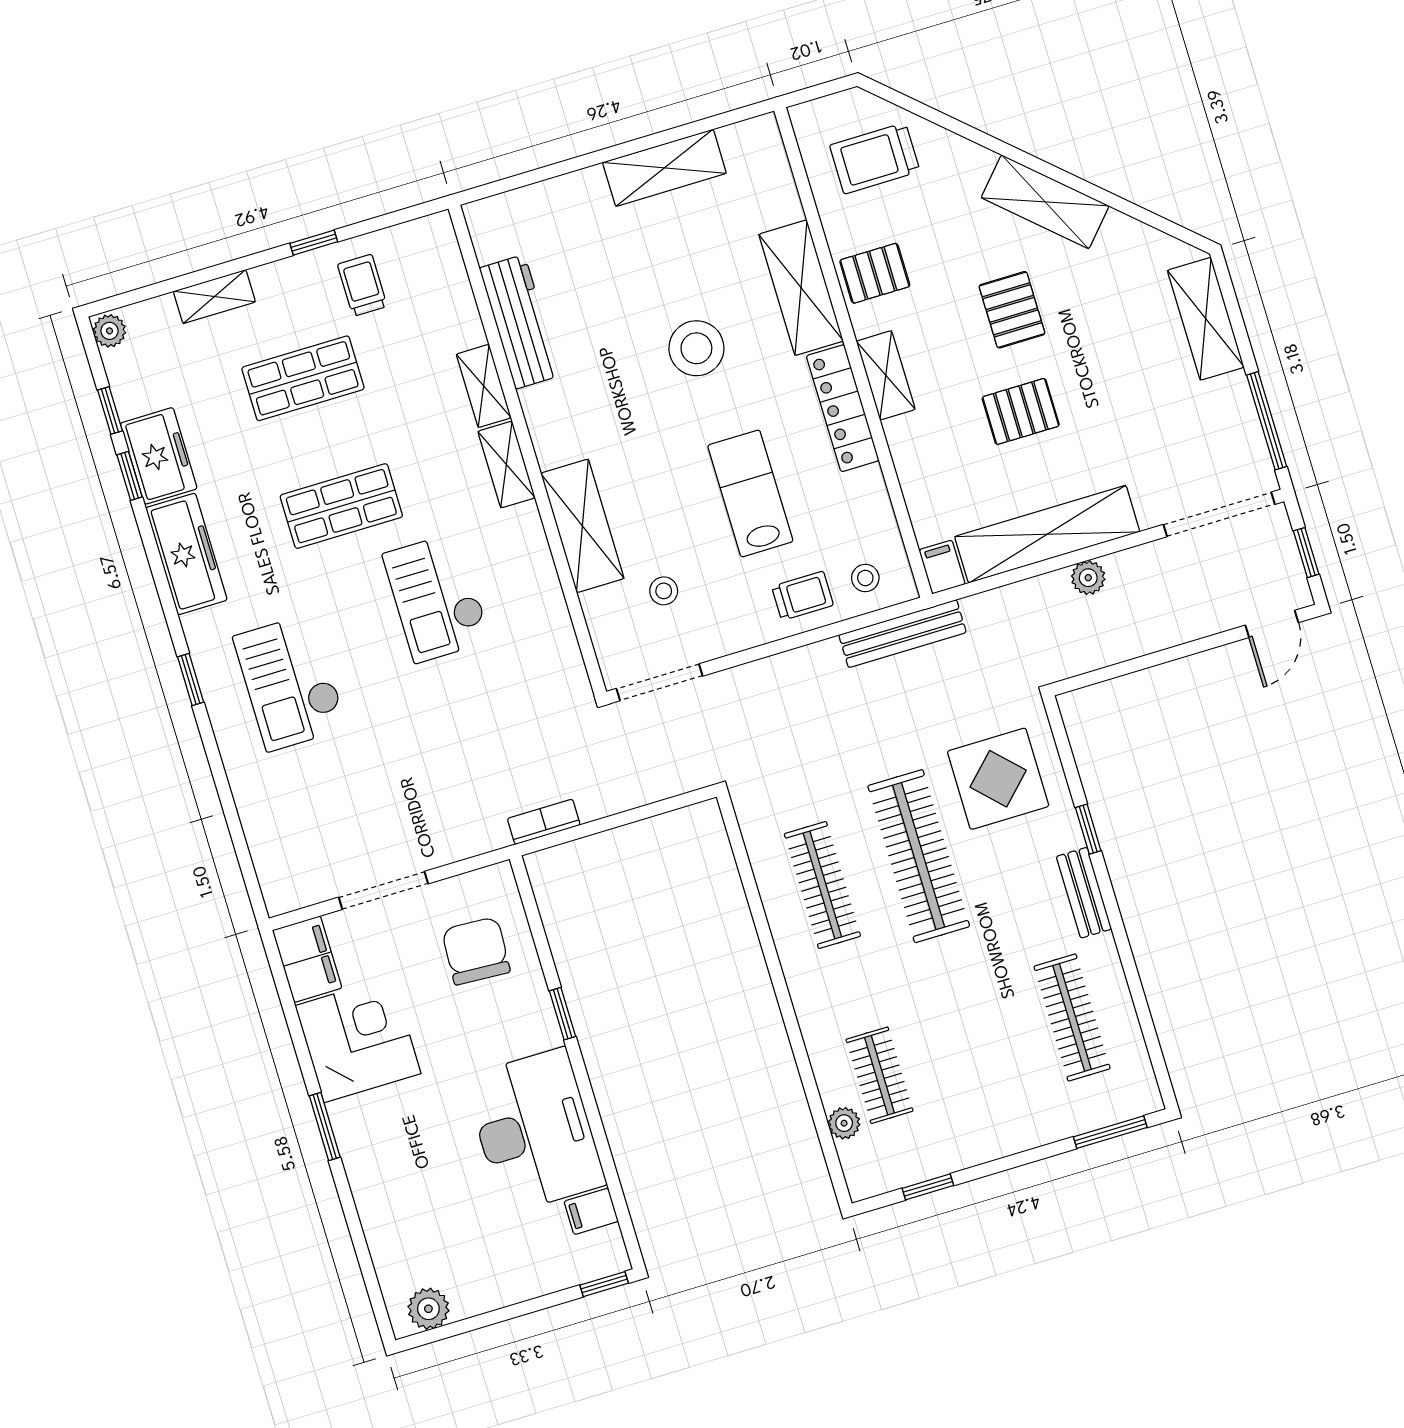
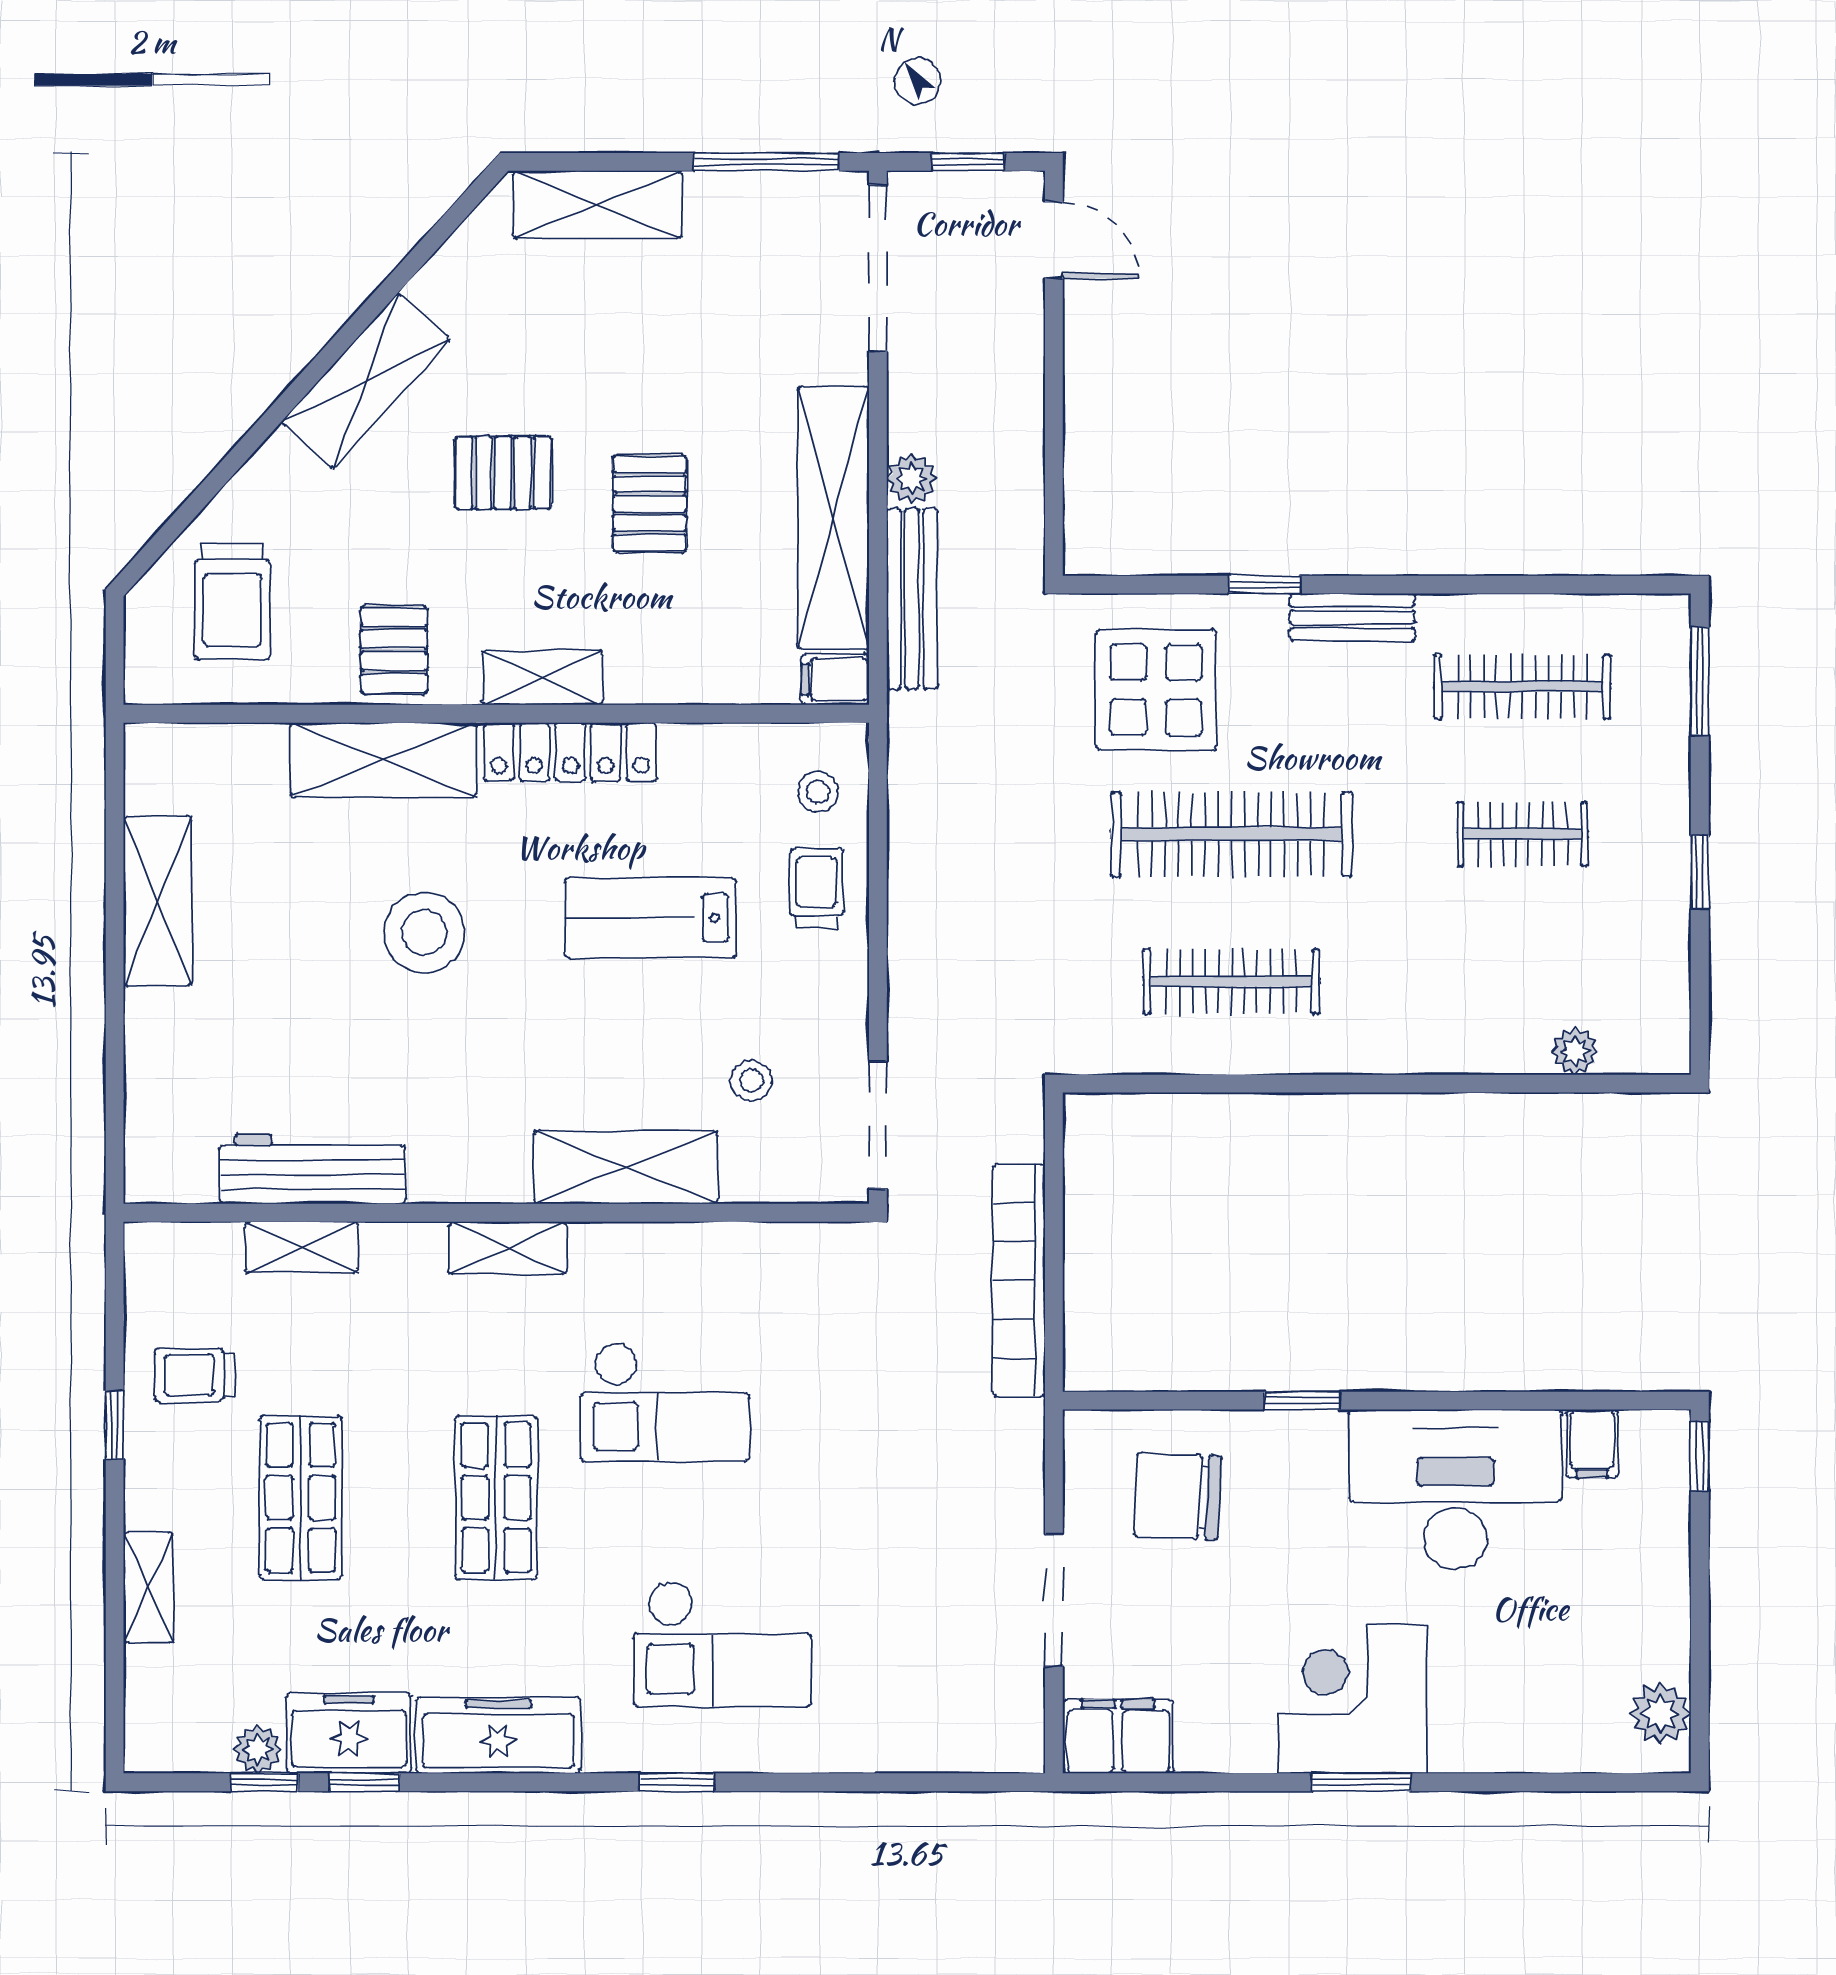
plant: (109, 331) -> (258, 1749), moved
shelving: (484, 386) -> (302, 1247), moved
bench: (902, 634) -> (912, 599), moved
bookcase: (544, 822) -> (1019, 1280), width x2.31, depth x1.31
corner desk: (358, 1040) -> (1352, 1699), moved
clothes rail: (879, 1075) -> (1522, 834), moved
window: (928, 1187) -> (1700, 872), moved

